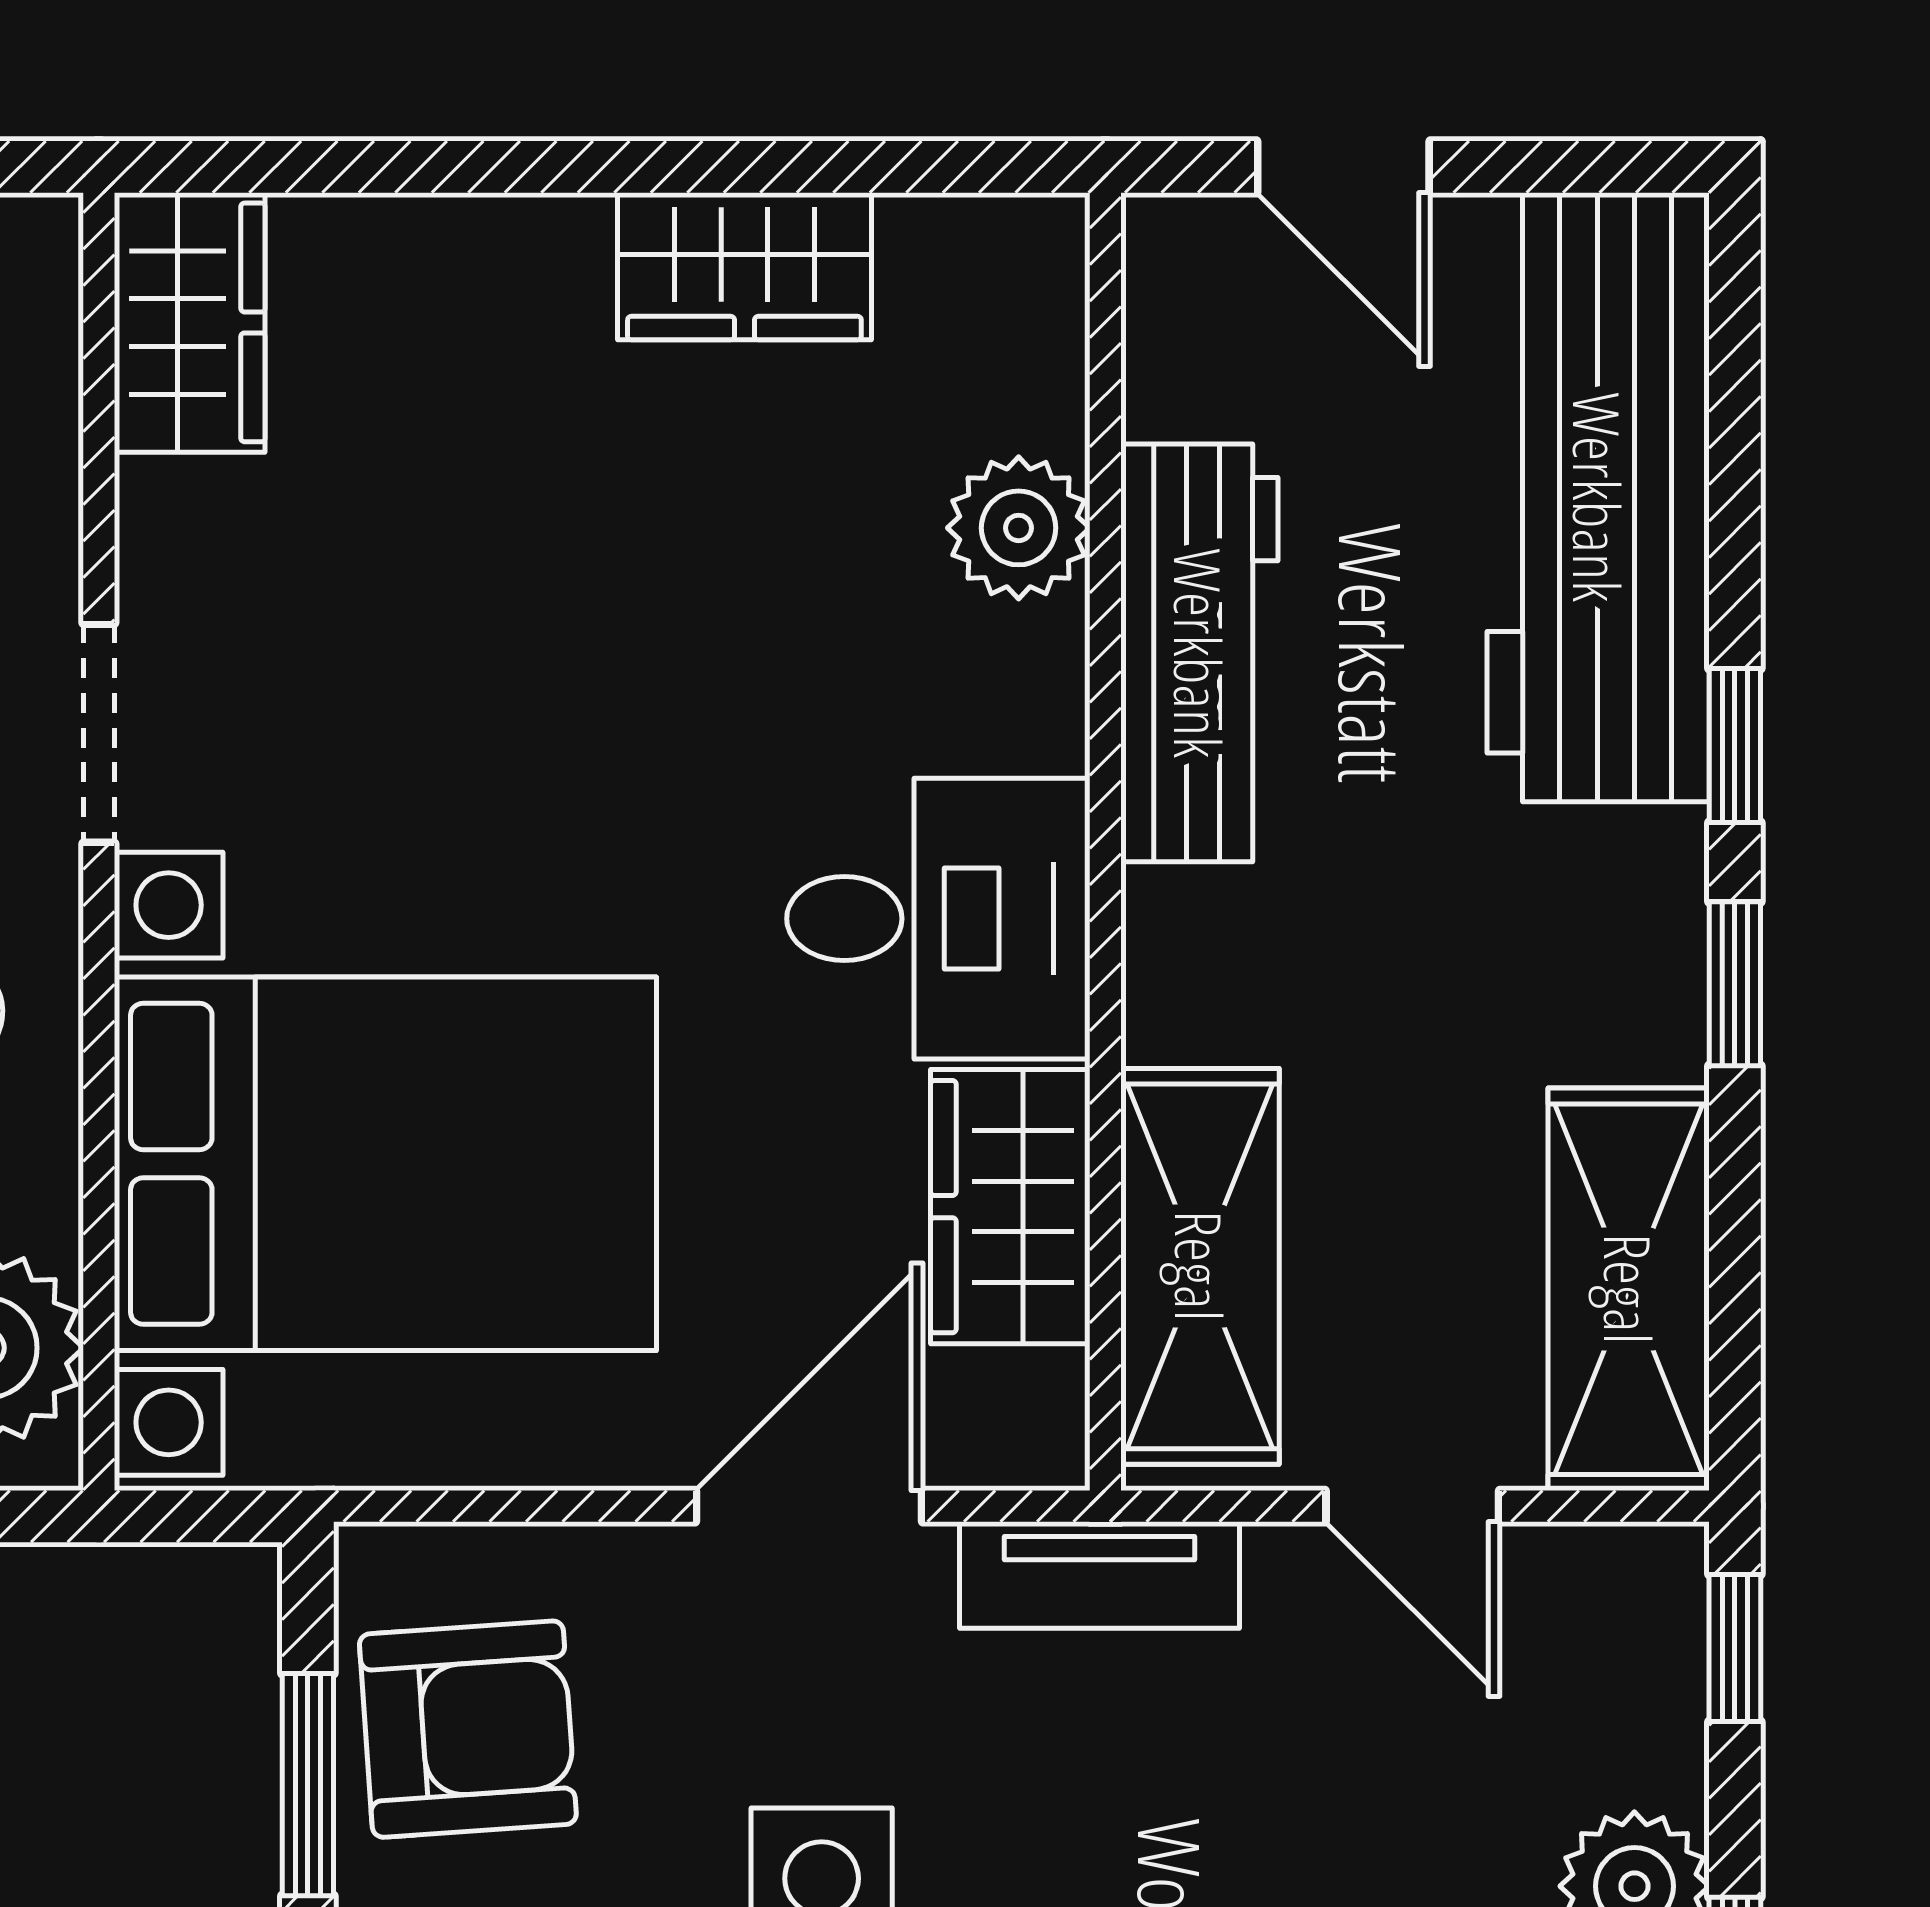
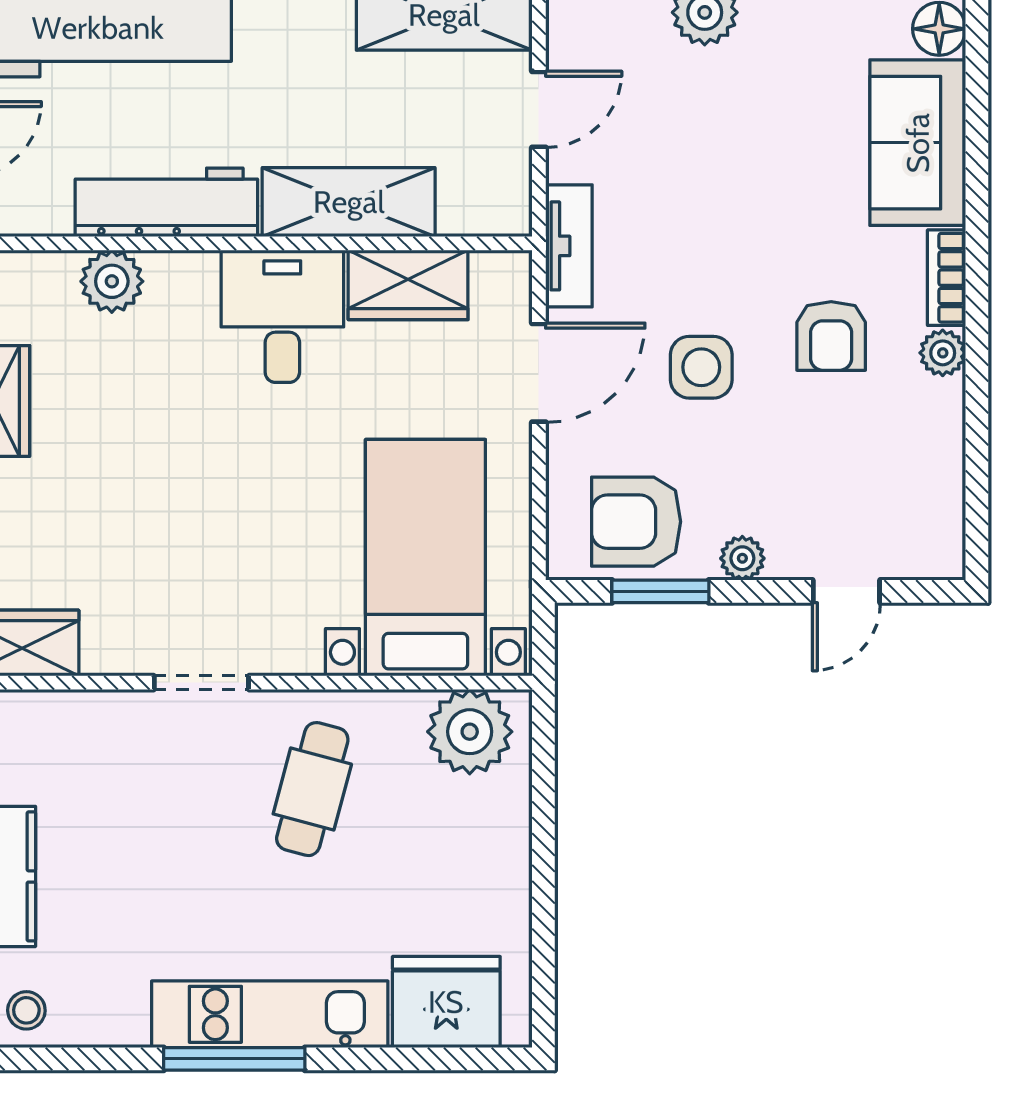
bed with nightstands: (385, 1164) -> (425, 558), width x0.73
shelving: (1200, 1266) -> (349, 202), moved
door: (809, 1506) -> (539, 373), swing flipped
armchair: (468, 1729) -> (636, 522), turned -86

